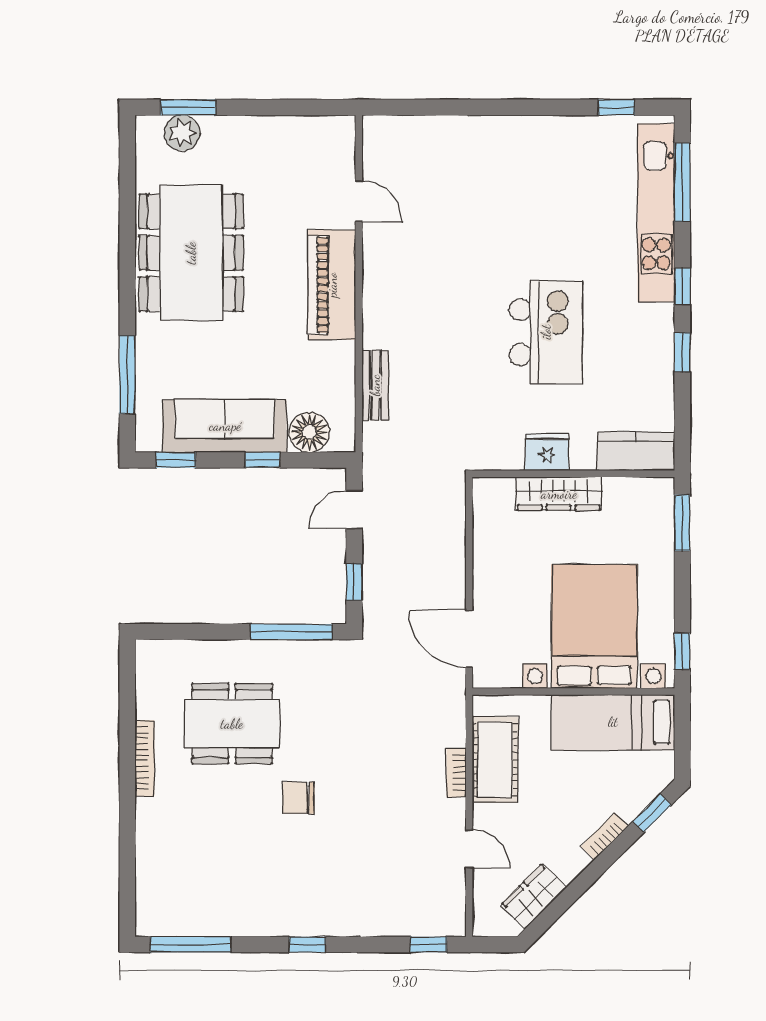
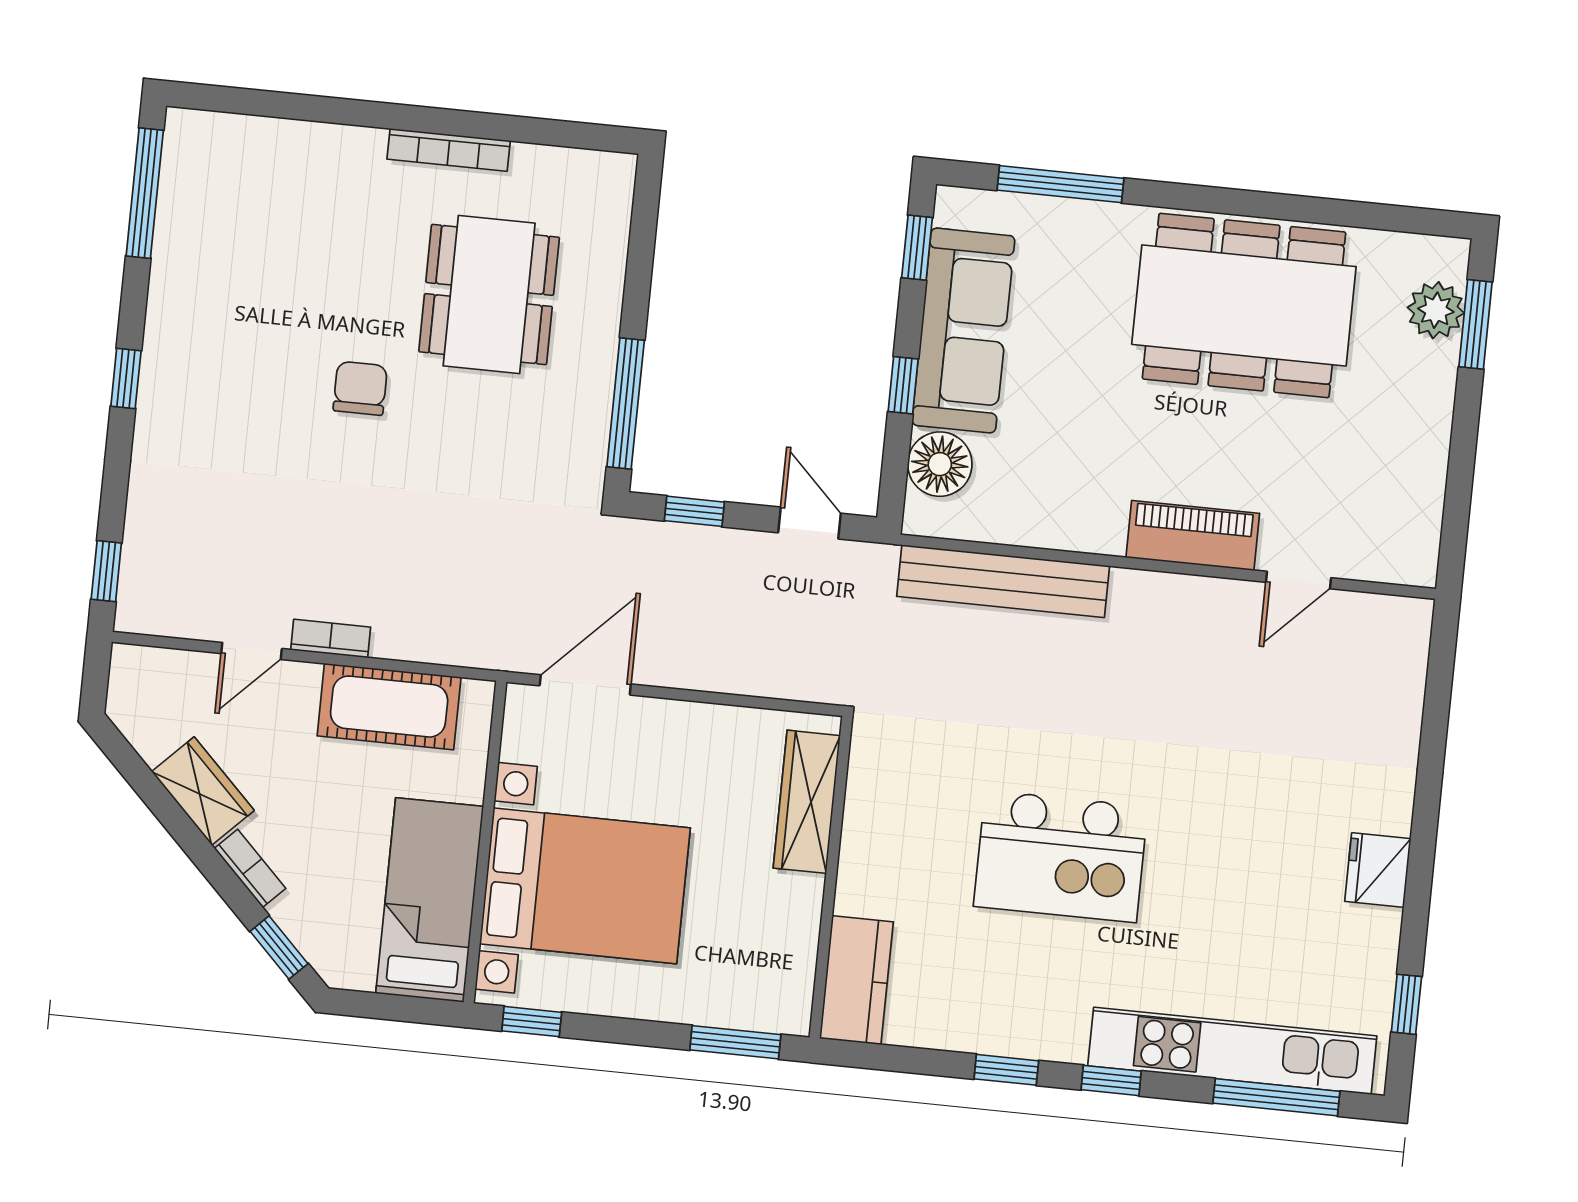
piano: (332, 285) -> (1193, 535), width x0.73, depth x0.75
bench: (375, 385) -> (1003, 581), width x1.86, depth x1.21
fridge: (547, 452) -> (1378, 870), moved, turned 180
wardrobe: (559, 494) -> (807, 802), moved
bookcase: (456, 773) -> (331, 639), moved
wardrobe: (534, 896) -> (203, 791), moved

